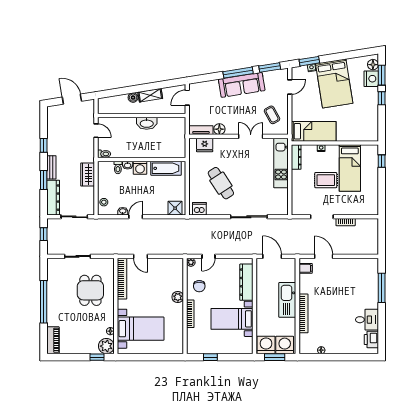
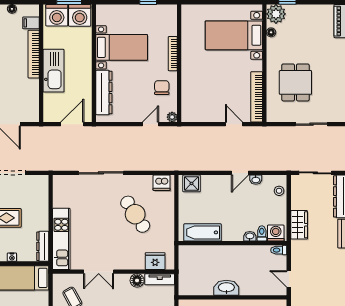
washing machine: (140, 168) -> (276, 233), moved
door: (272, 256) -> (72, 124), swing flipped
filing cabinet: (306, 268) -> (31, 23), moved
plant: (178, 297) -> (188, 74), removed

